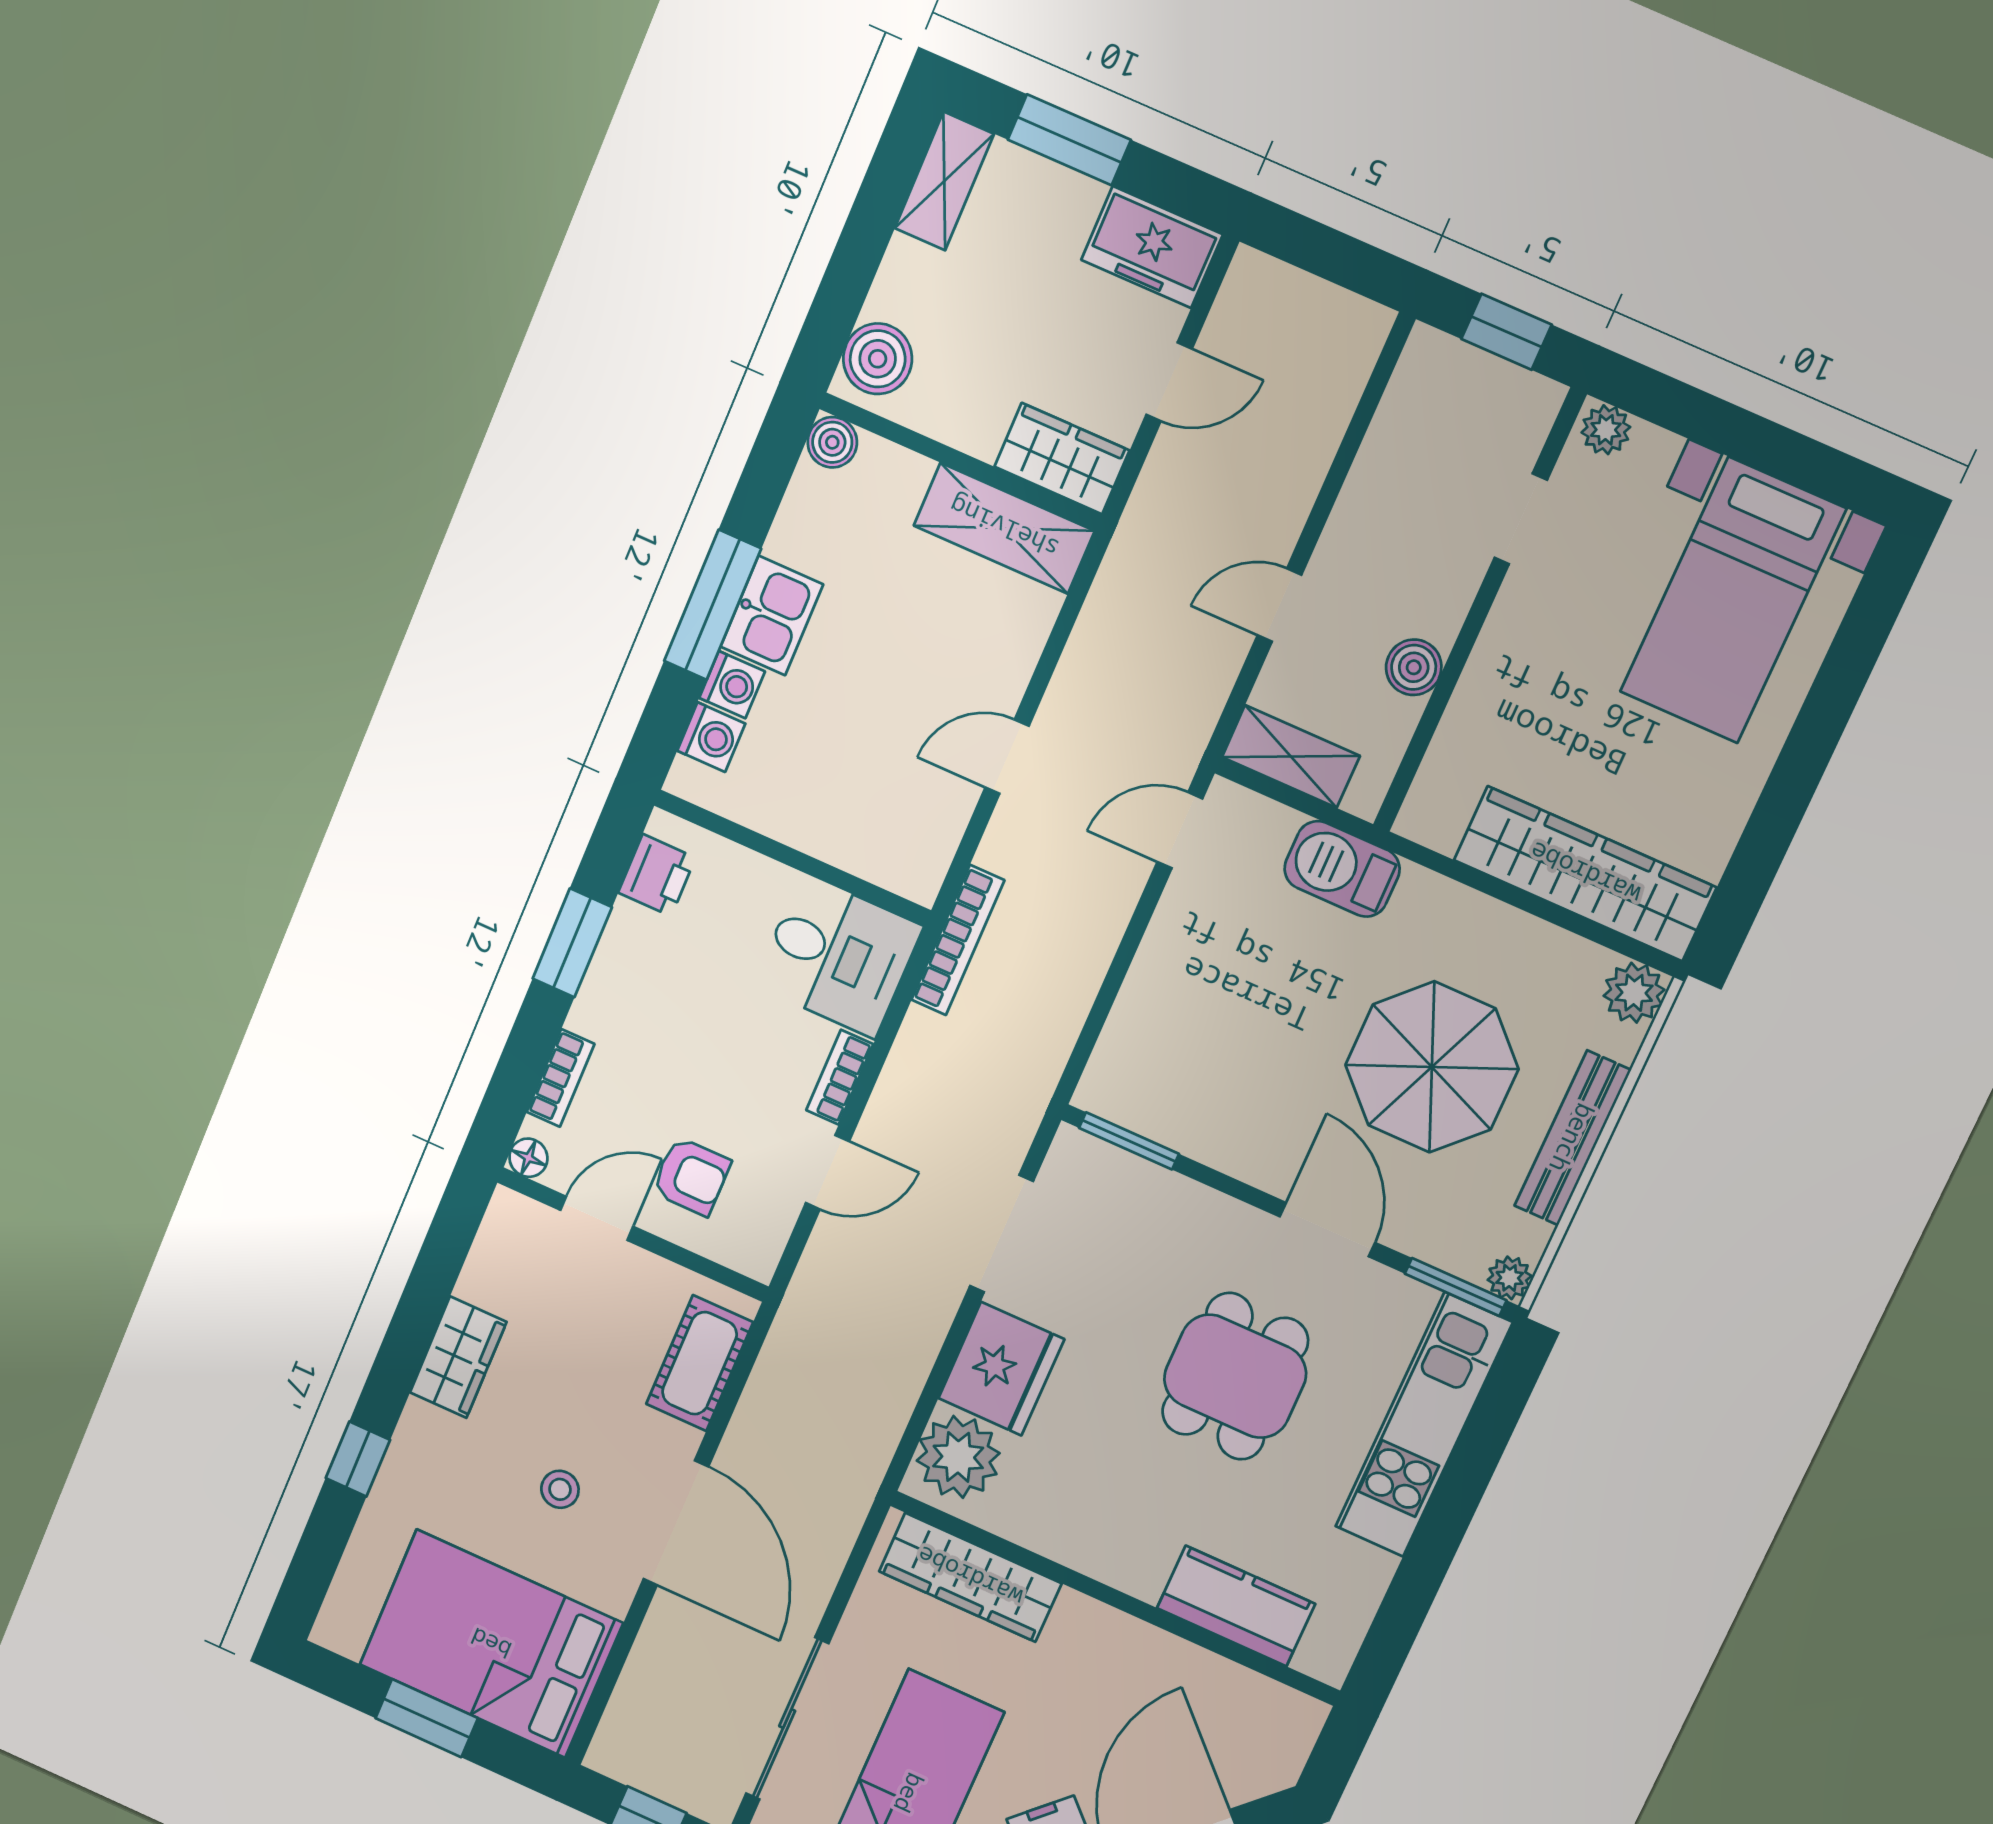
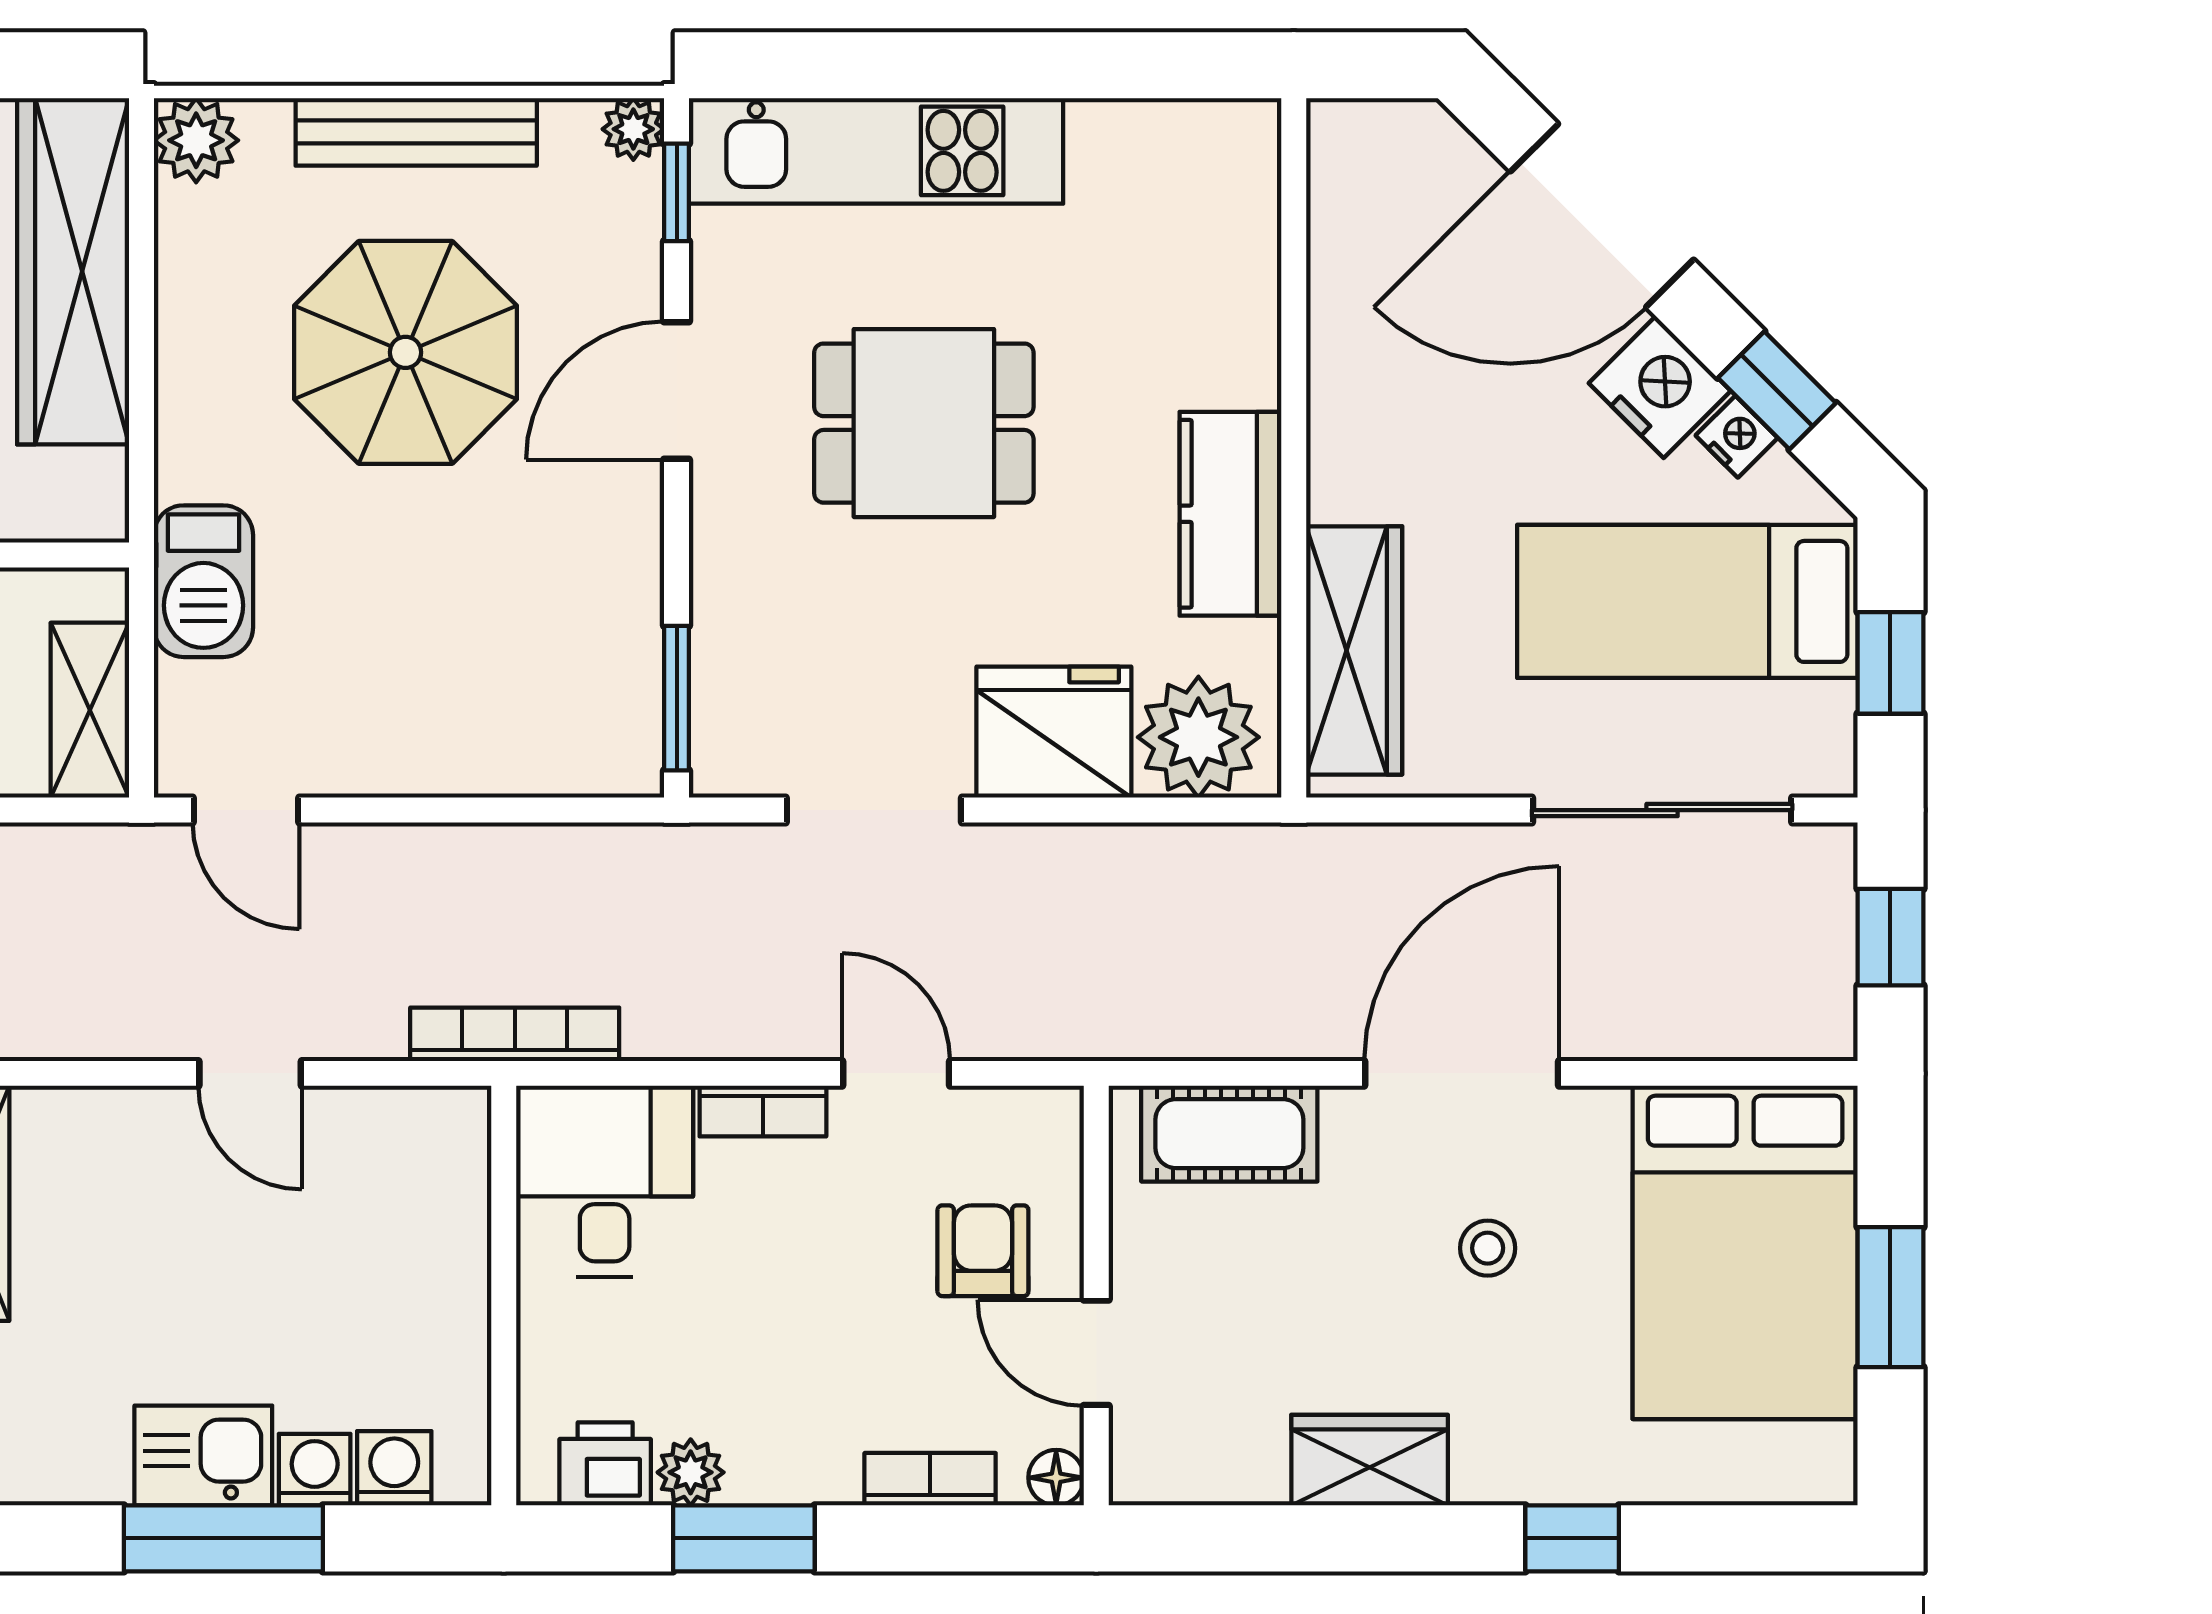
plant: (629, 928) -> (691, 1472), added
window: (1456, 1287) -> (677, 192), width x0.67
kitchen counter: (1236, 1606) -> (1230, 514), moved

